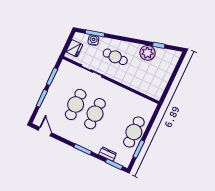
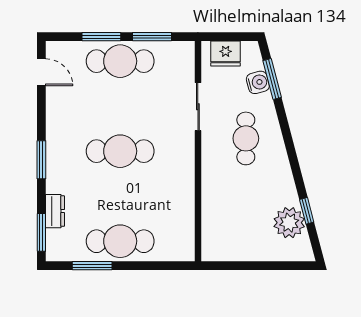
plant: (147, 53) -> (289, 223), moved
cafe table: (76, 104) -> (120, 61), moved
door: (45, 132) -> (41, 72), hinge flipped

